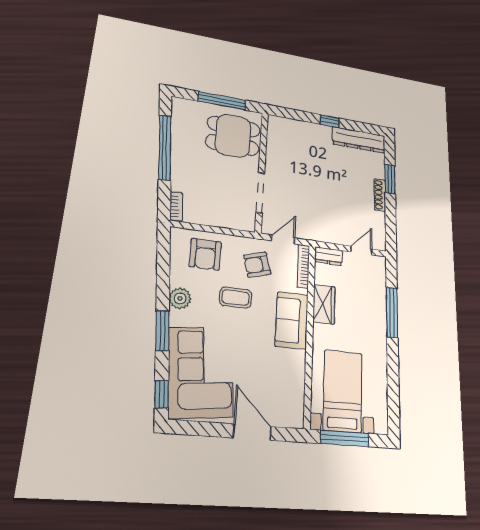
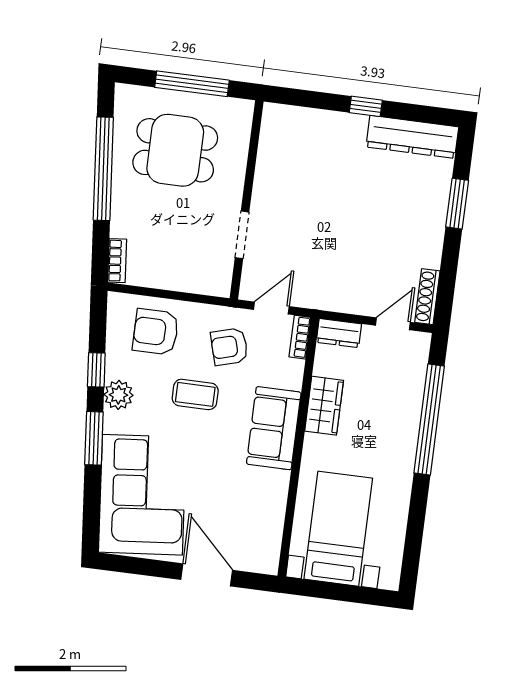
dining table: (233, 136) -> (175, 150), moved
doorway: (260, 193) -> (242, 235), width x0.73
shoe rack: (380, 195) -> (427, 297), moved
armchair: (205, 254) -> (156, 332), turned 90
bookcase: (303, 266) -> (300, 337), width x0.64
window: (392, 312) -> (429, 420), width x1.46
window: (162, 394) -> (96, 370), moved
window: (345, 438) -> (334, 591), removed

